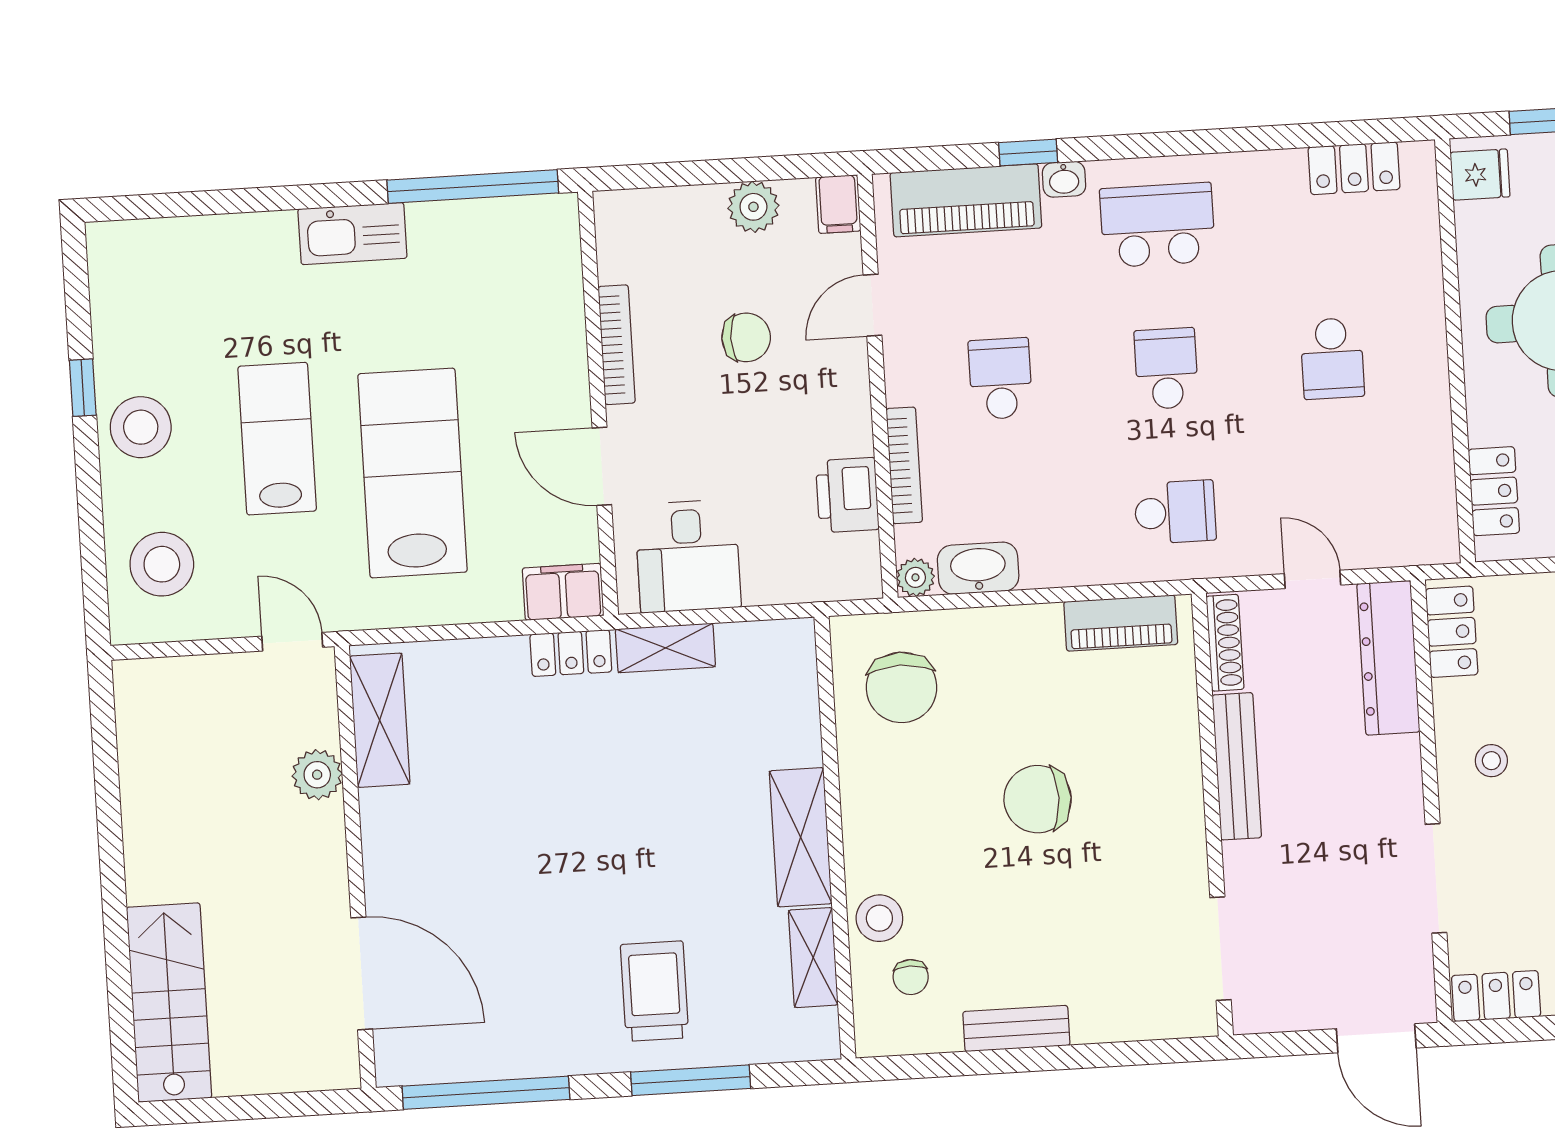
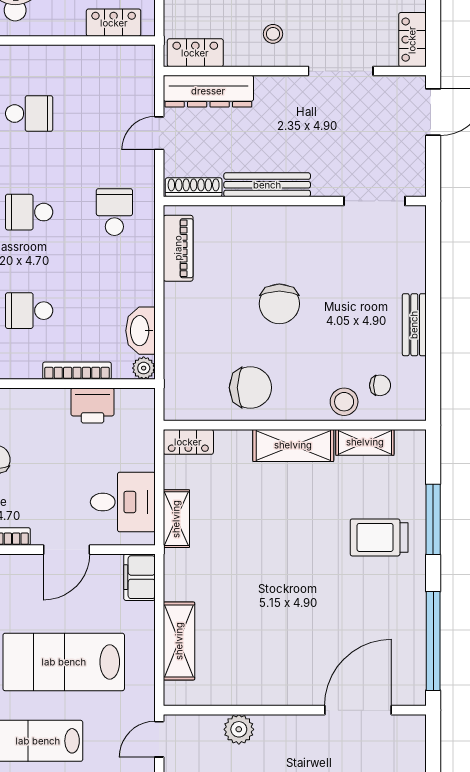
locker: (571, 653) -> (188, 442), moved, turned 90
chair: (902, 687) -> (250, 388), moved
shelving: (380, 720) -> (179, 641), moved, turned 90

